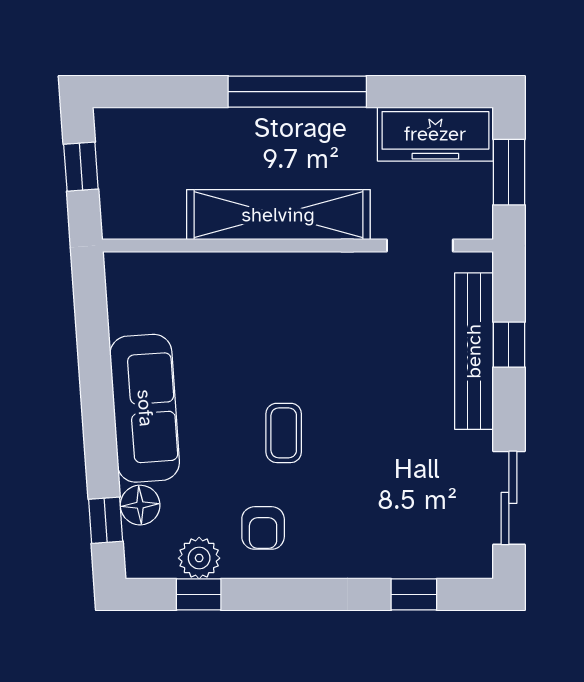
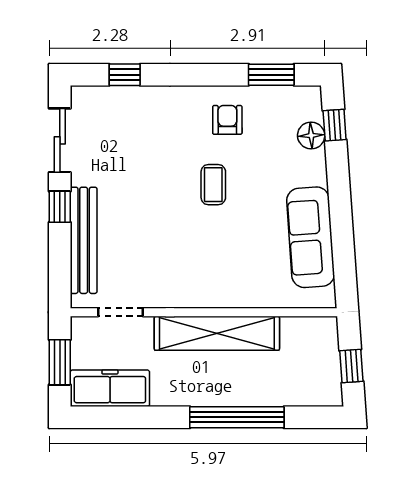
window: (297, 92) -> (237, 417), moved
window: (509, 345) -> (60, 207), moved
sofa: (145, 408) -> (311, 237), moved
plant: (199, 558) -> (271, 99), removed
window: (199, 594) -> (271, 75), width x1.50

